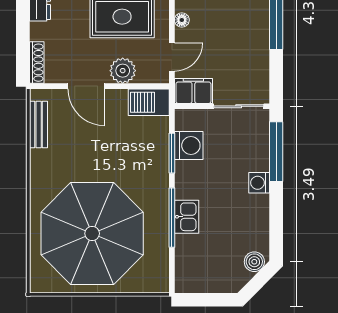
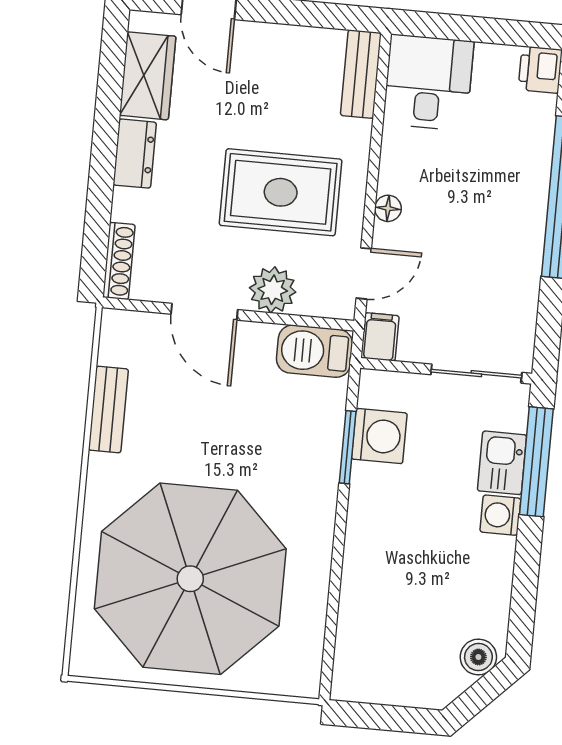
filing cabinet: (193, 91) -> (380, 337), width x0.50
bench: (39, 124) -> (108, 410), moved
kitchen sink: (187, 217) -> (502, 463), moved, turned 180
window: (172, 218) -> (337, 564), removed

